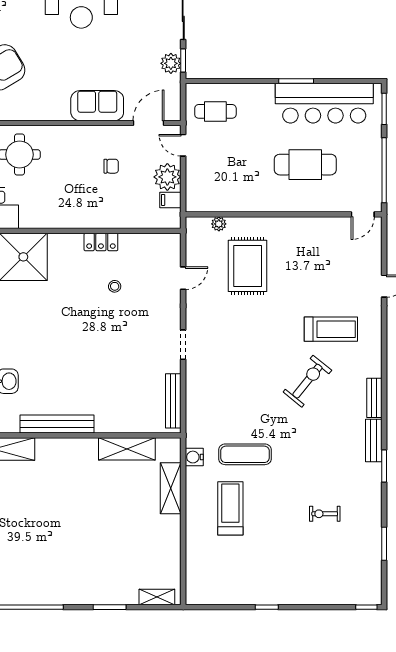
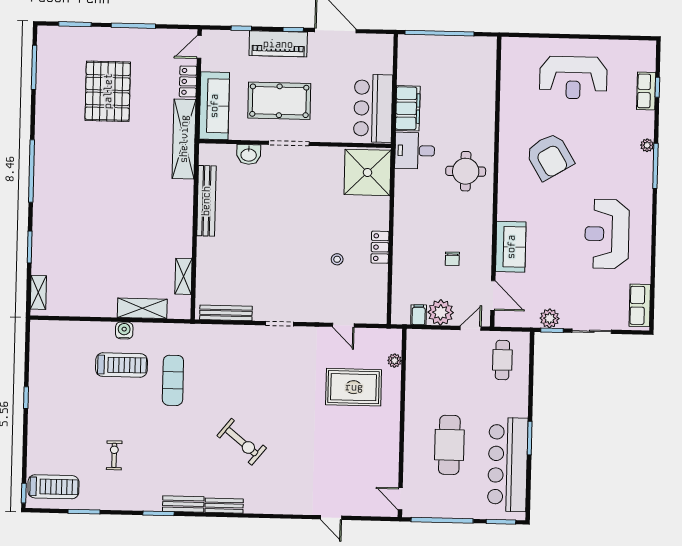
treadmill: (331, 329) -> (53, 487), moved, turned -90
shelving: (127, 449) -> (183, 276), width x0.67, depth x0.75
water cooler: (194, 457) -> (124, 330), moved

